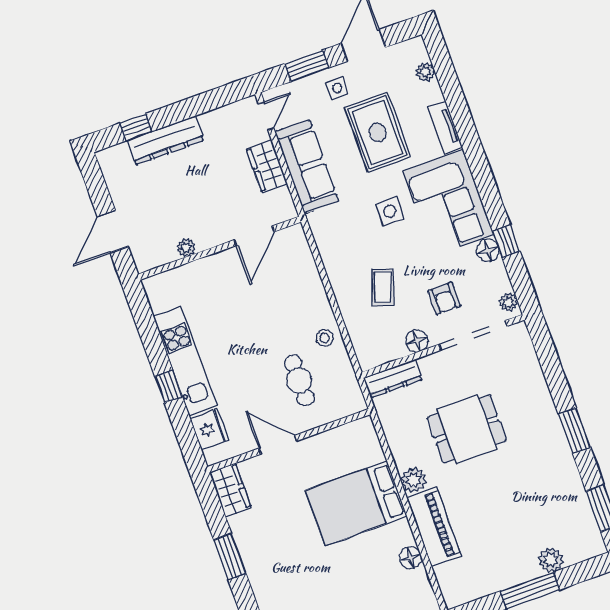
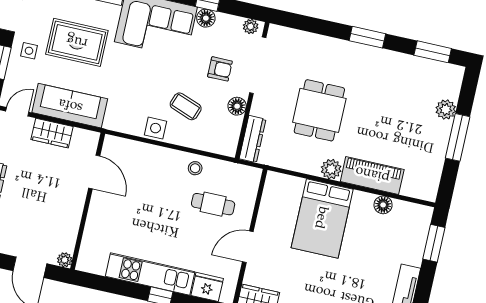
door: (266, 116) -> (17, 112), hinge flipped
side table: (390, 211) -> (156, 128), moved
plant: (186, 248) -> (65, 260), moved

